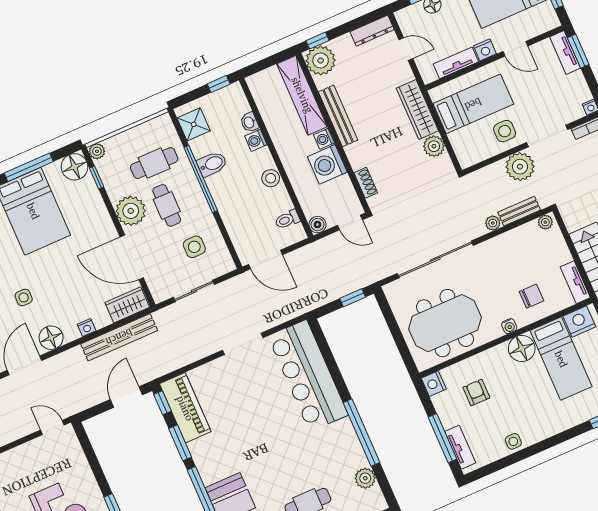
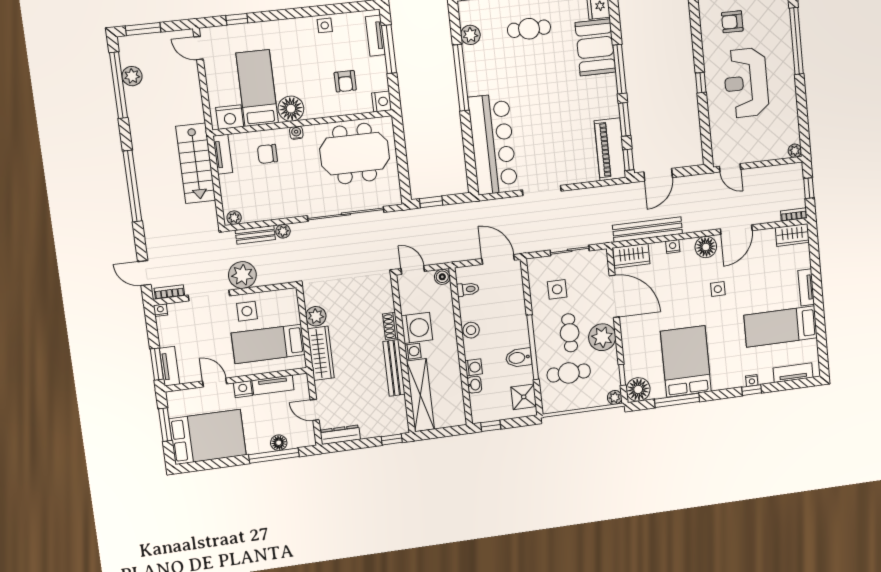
plant: (321, 60) -> (394, 421), removed
shoe rack: (366, 183) -> (391, 326), moved

